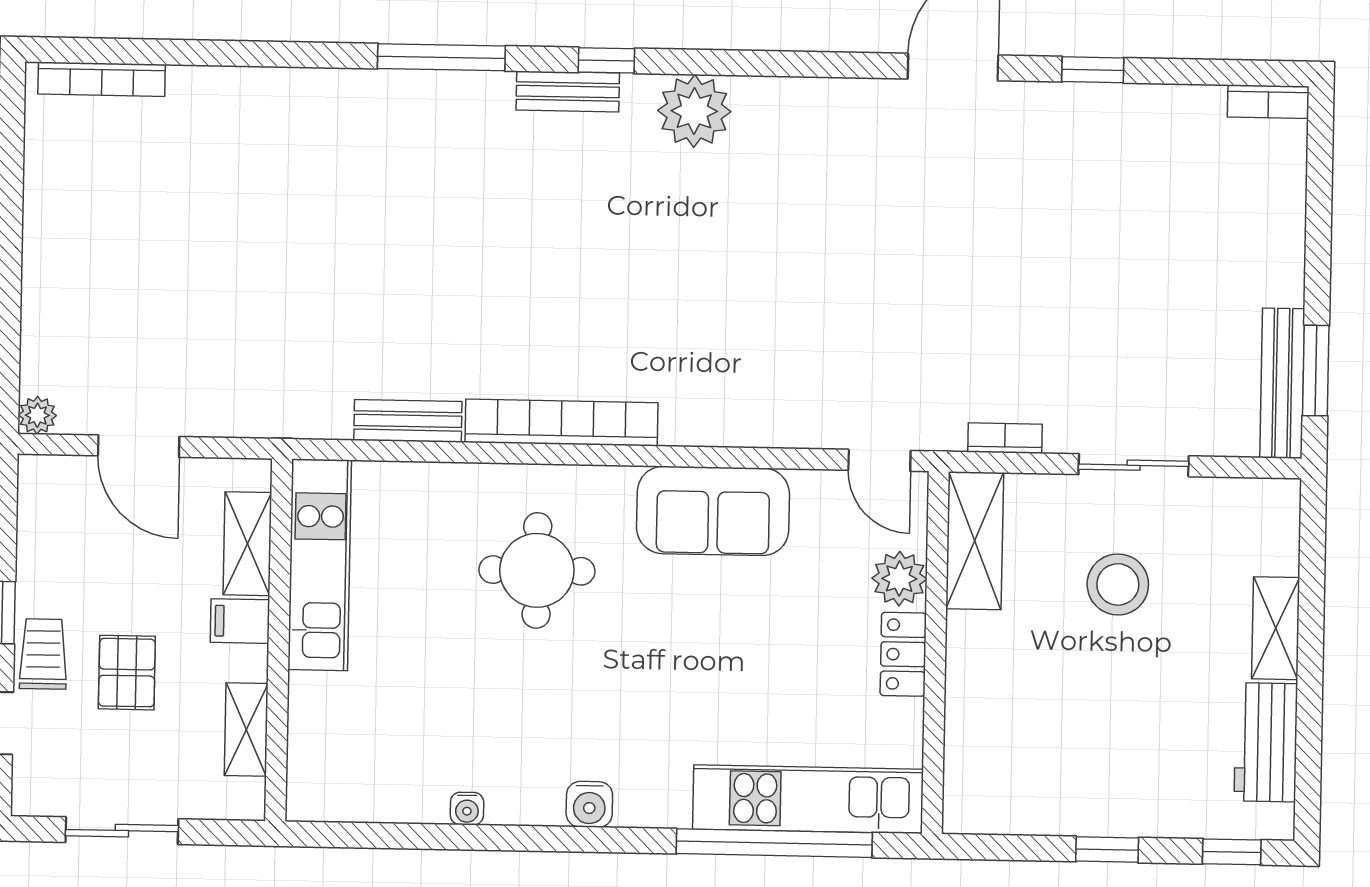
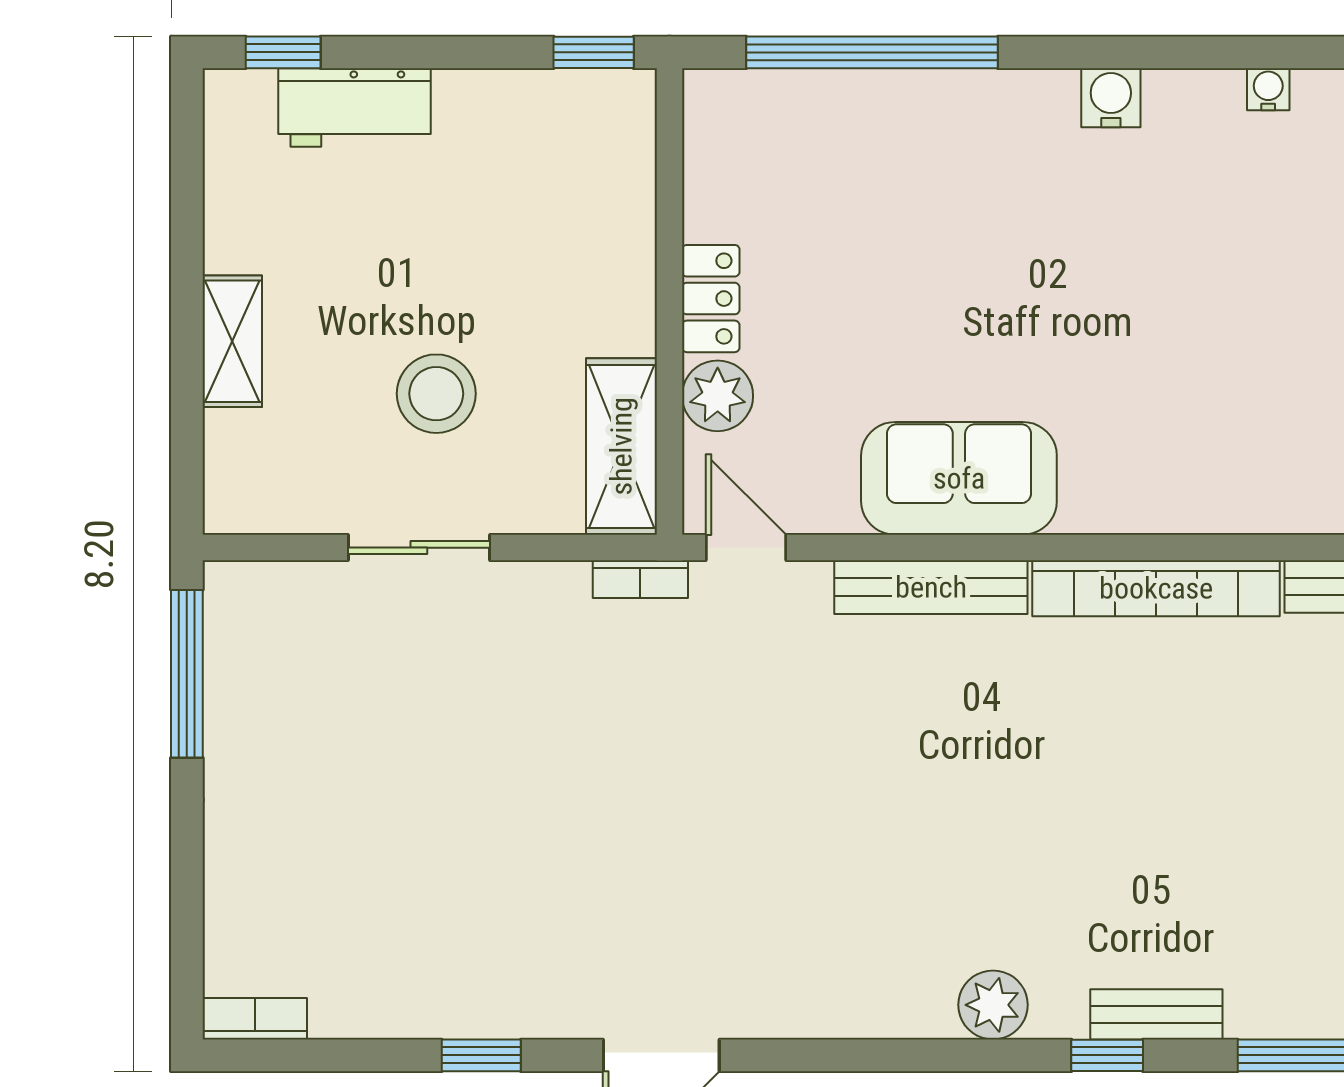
plant: (694, 111) -> (993, 1005), width x0.73, depth x0.73
window: (1316, 371) -> (187, 674), width x1.44
bench: (1282, 383) -> (931, 587), moved, turned 90
bookcase: (1005, 438) -> (640, 579), moved
round table: (537, 570) -> (1184, 397), removed
workbench: (1266, 742) -> (355, 107), moved, turned 90
kitchen unit: (808, 799) -> (830, 110), removed
window: (1107, 850) -> (594, 52), moved

